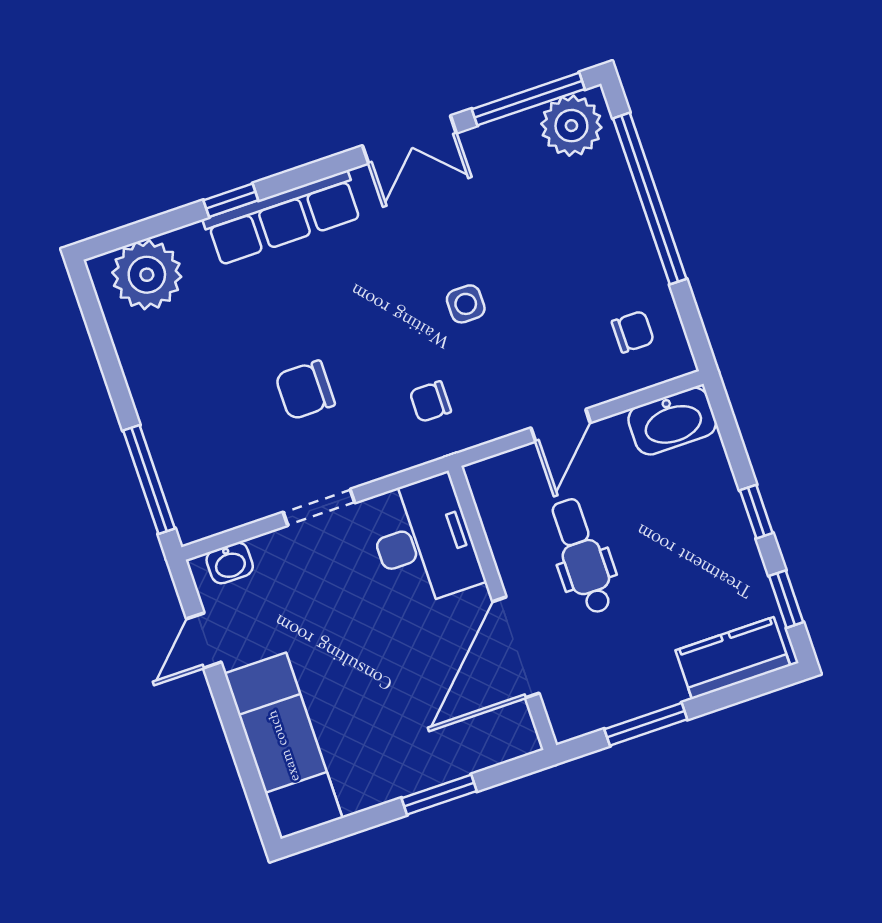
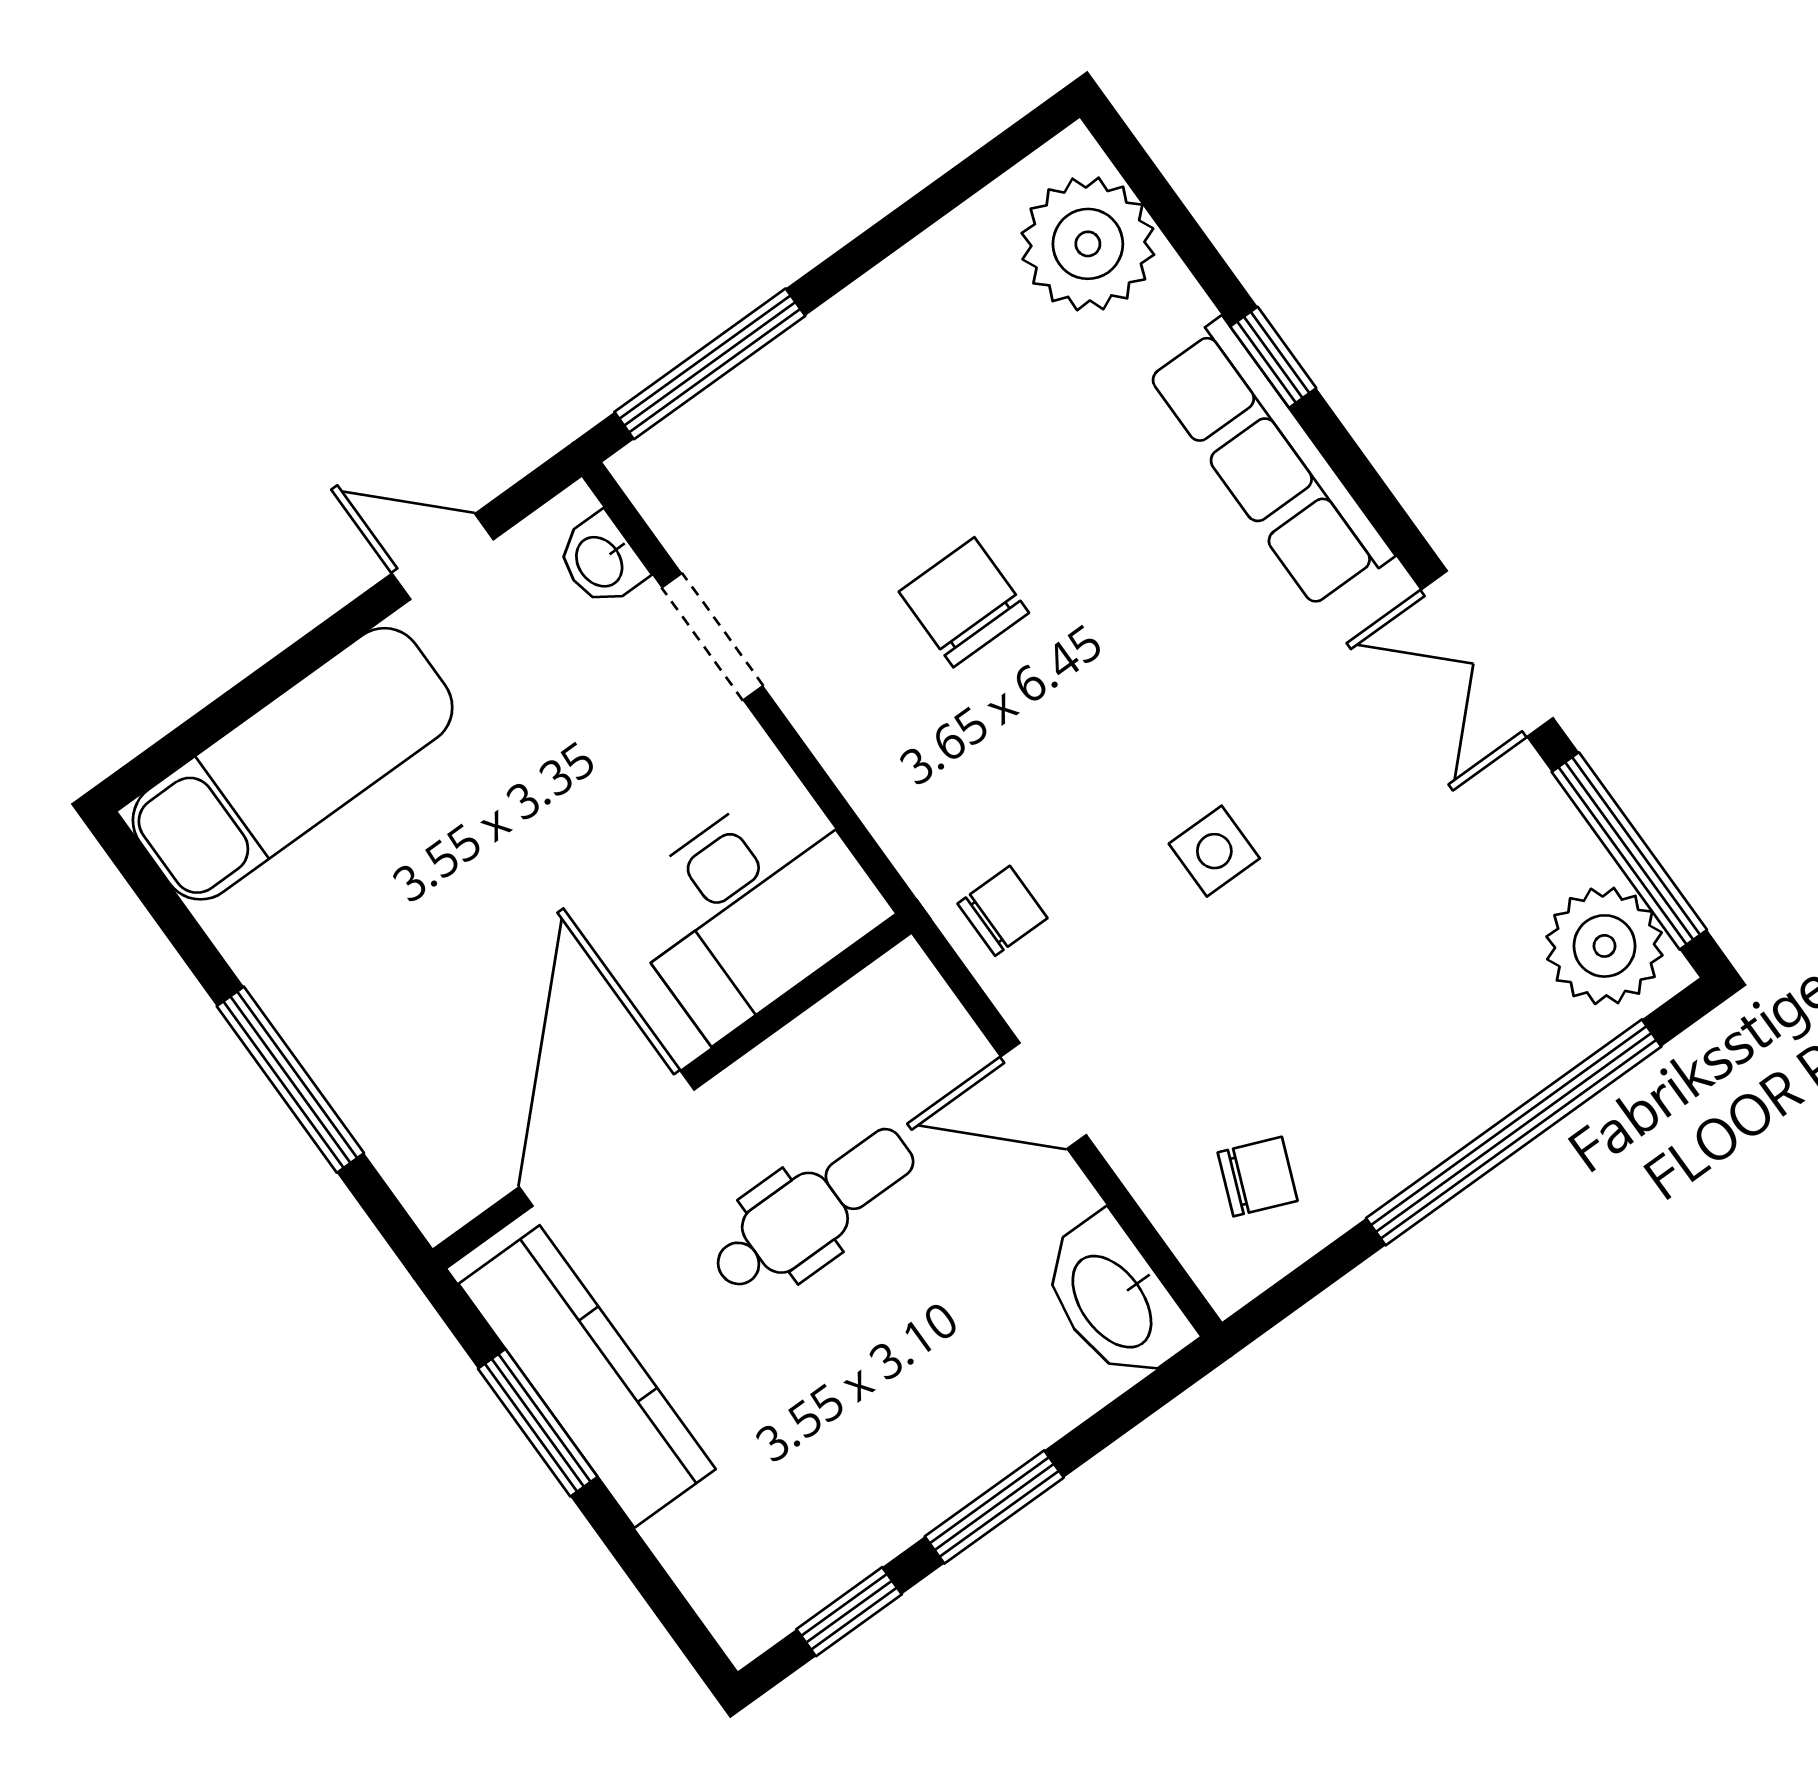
chair: (633, 332) -> (1258, 1177), turned -68
chair: (430, 402) -> (1002, 911), moved, turned 90
doorway: (319, 507) -> (712, 637), moved
window: (756, 512) -> (994, 1507), width x1.50
door: (516, 647) -> (607, 1138), hinge flipped
kitchen counter: (733, 658) -> (587, 1377), moved, width x1.50
window: (439, 795) -> (290, 1080), width x1.44

